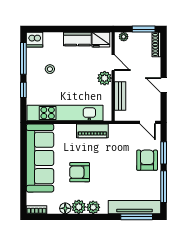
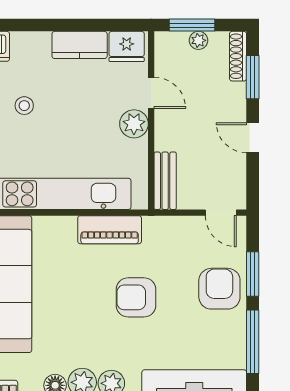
window: (144, 29) -> (192, 25), moved
plant: (124, 37) -> (198, 40), moved
window: (164, 55) -> (253, 77), added
bench: (120, 96) -> (165, 181), moved
armchair: (80, 172) -> (136, 297), moved

